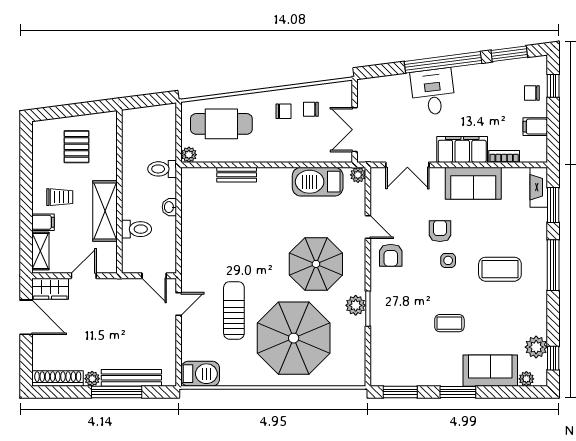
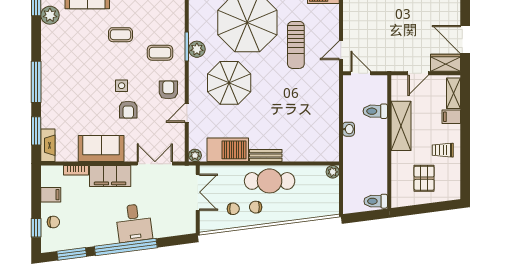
cafe table: (221, 124) -> (270, 181), moved
toilet: (162, 169) -> (376, 201), moved, turned 180
bench: (237, 175) -> (266, 155), moved
trolley: (60, 197) -> (443, 150), moved
door: (368, 227) -> (187, 113), hinge flipped
coffee table: (500, 269) -> (160, 53), moved, width x0.73, depth x0.77

